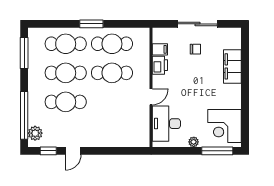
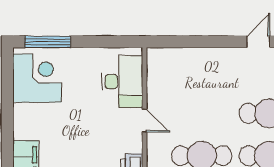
door: (151, 97) -> (145, 121), swing flipped
plant: (194, 142) -> (83, 55), removed

